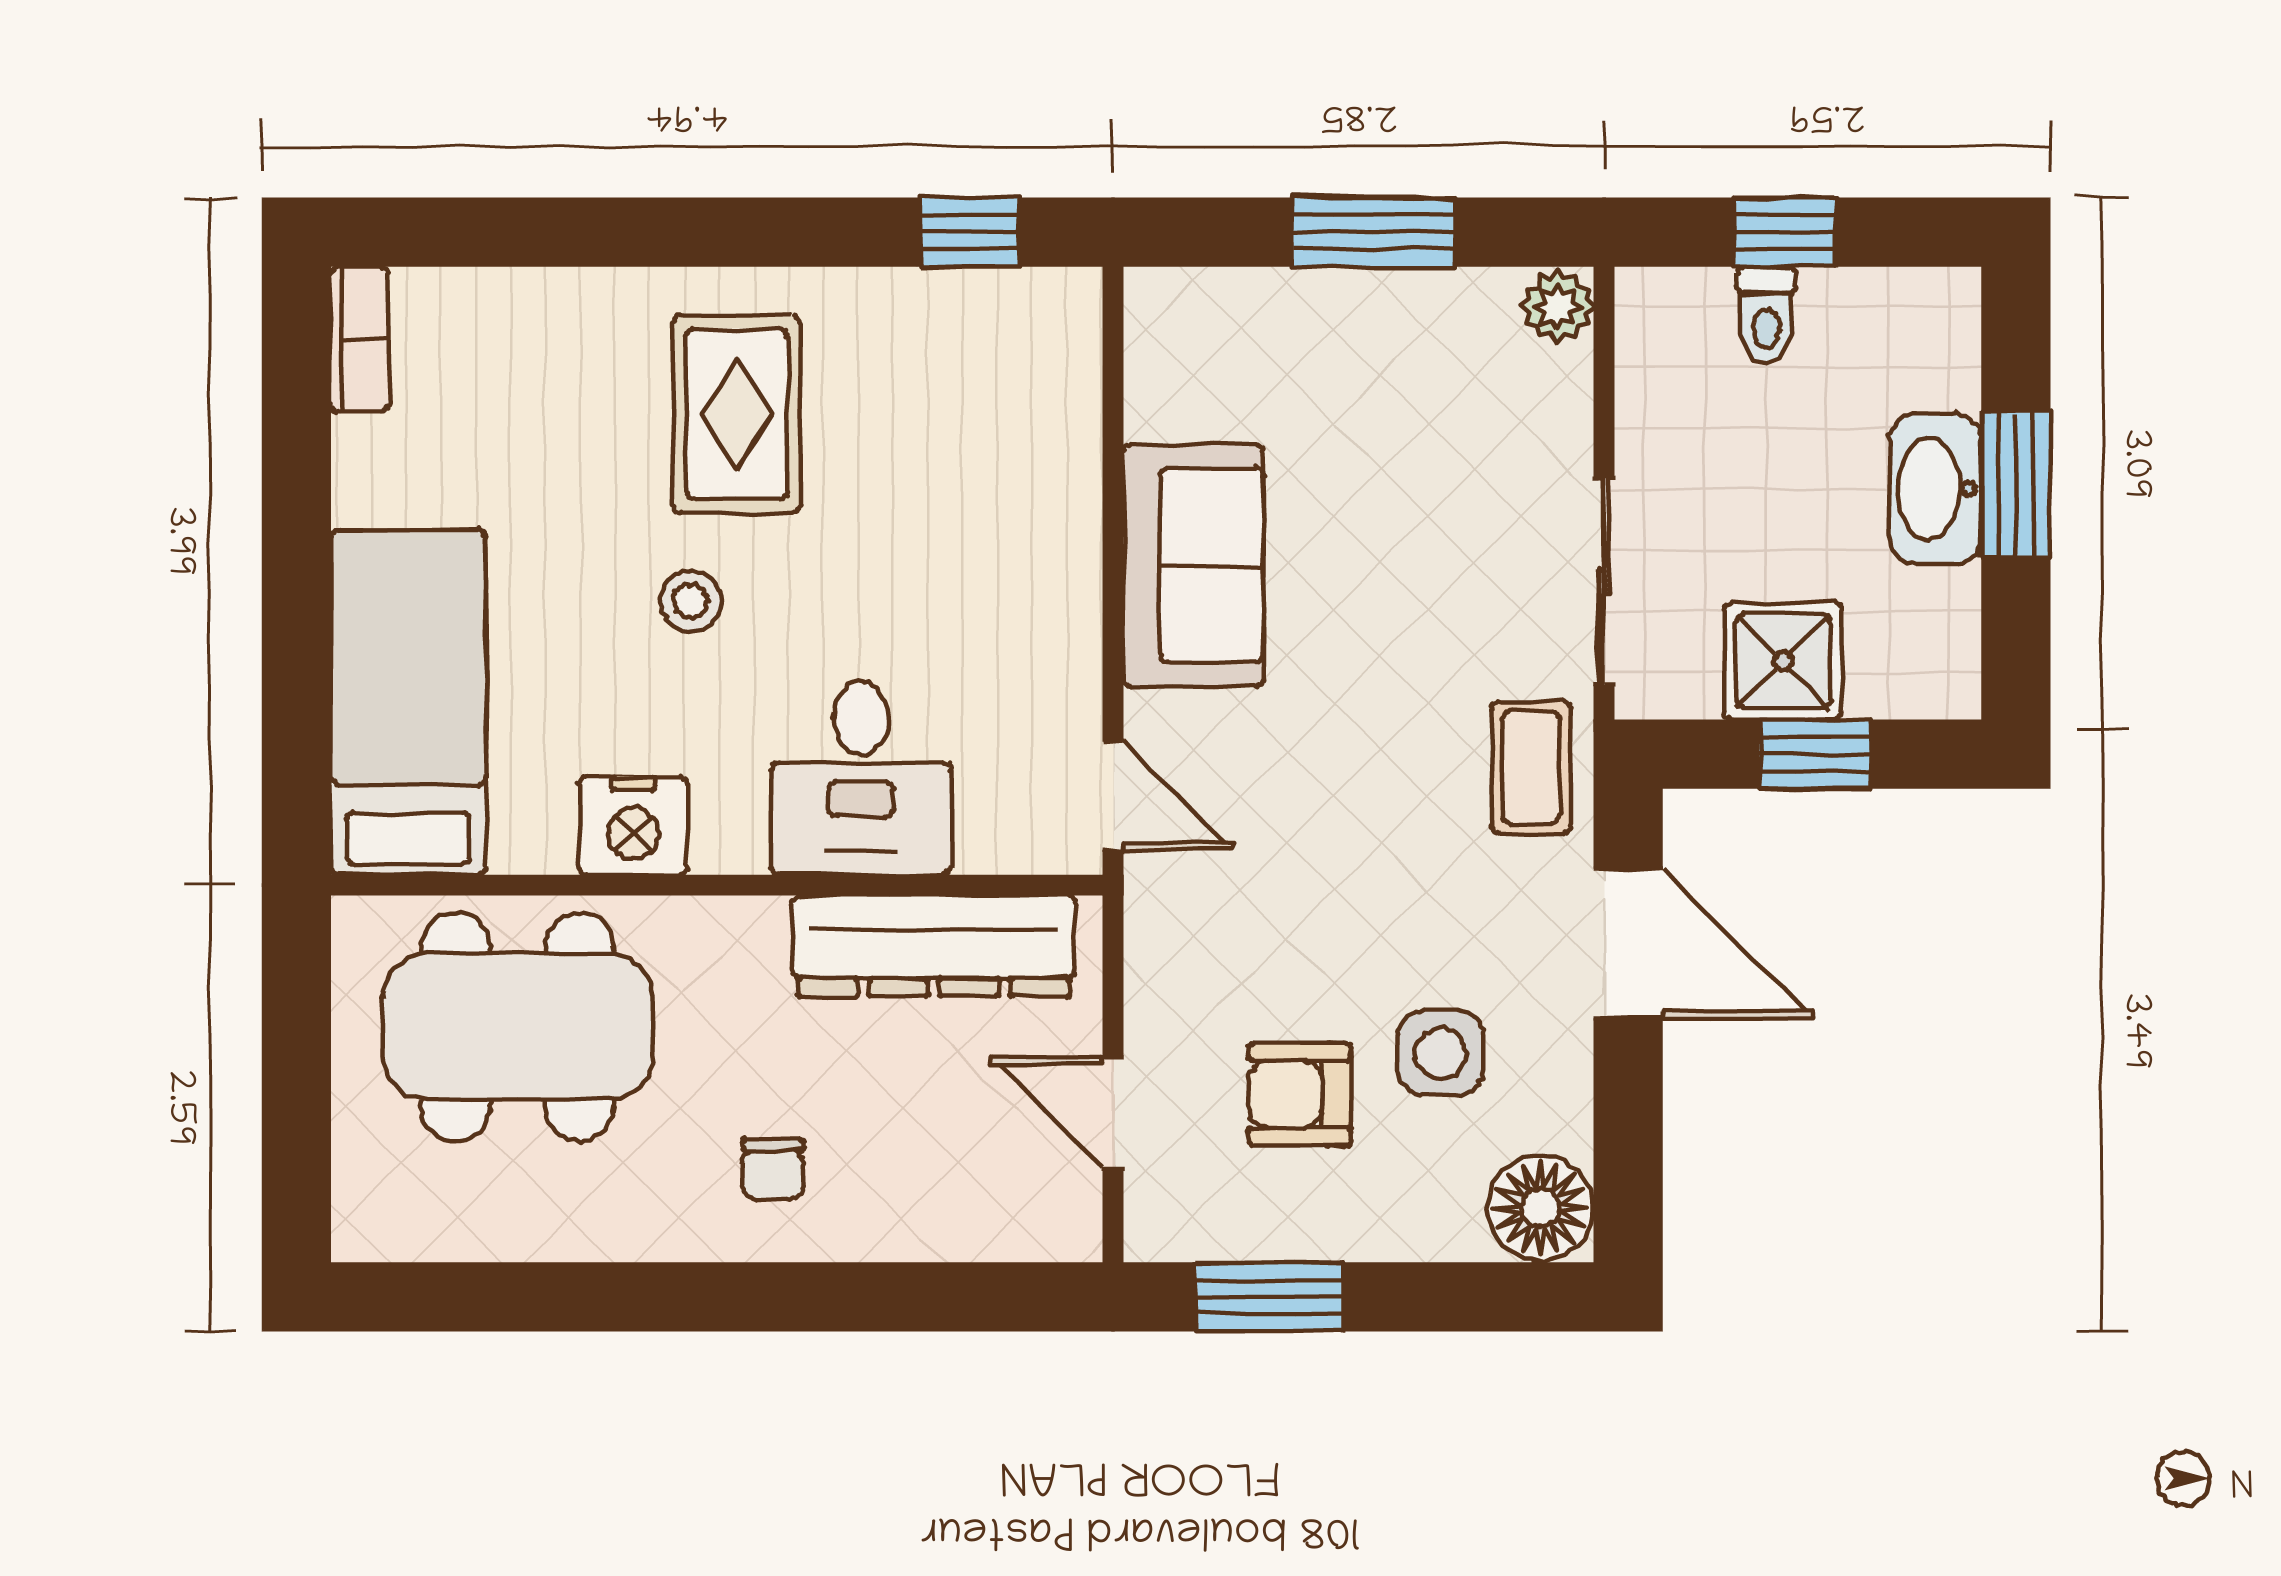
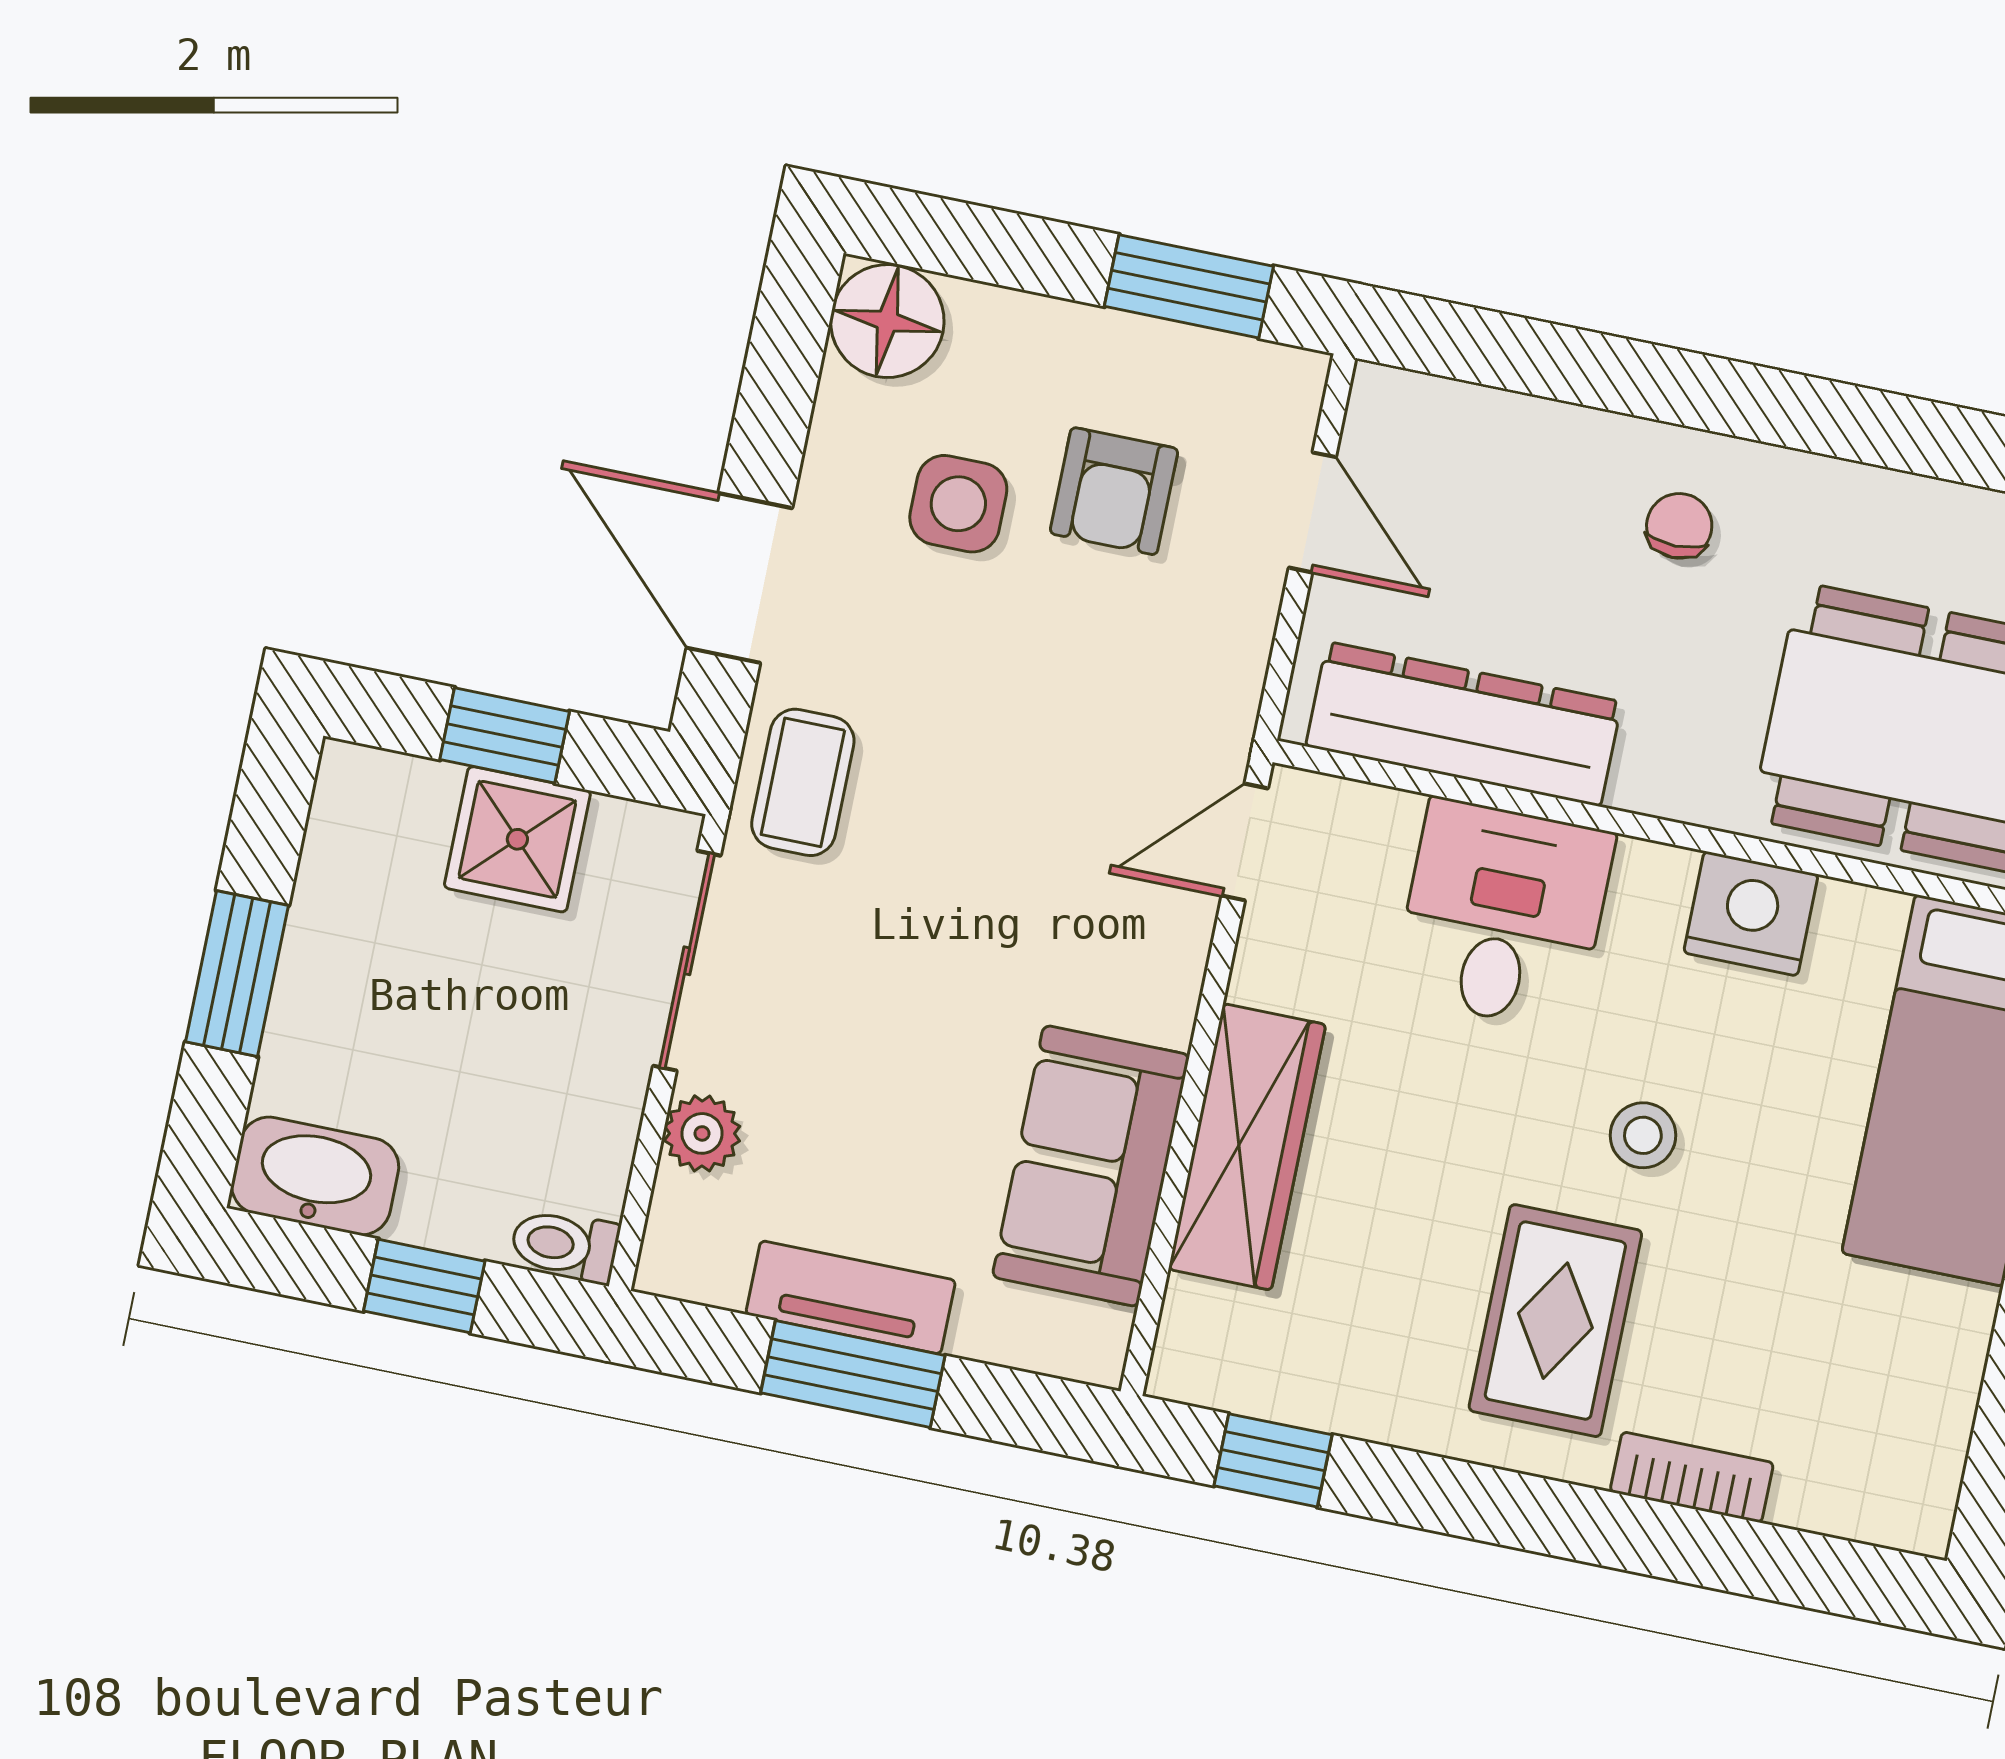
tv unit: (1390, 302) -> (851, 1297), added
plant: (1558, 306) -> (702, 1133), moved
toilet: (1766, 315) -> (565, 1245), moved, turned -90
bookcase: (360, 339) -> (1692, 1477), moved, turned 90
washbasin: (1935, 489) -> (315, 1176), moved, turned -90
wardrobe: (1053, 516) -> (1247, 1147), added
sofa: (1193, 565) -> (1091, 1166), moved
door: (1113, 796) -> (1245, 842), hinge flipped
armchair: (1300, 1094) -> (1114, 491), turned 90

